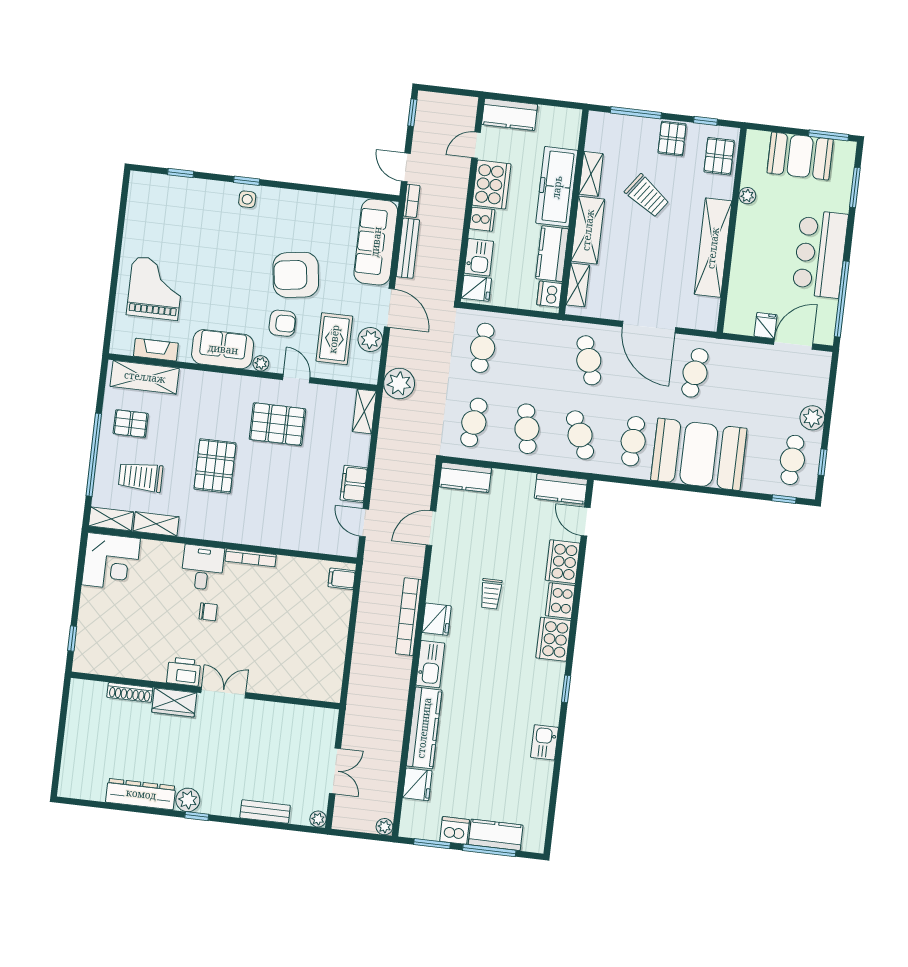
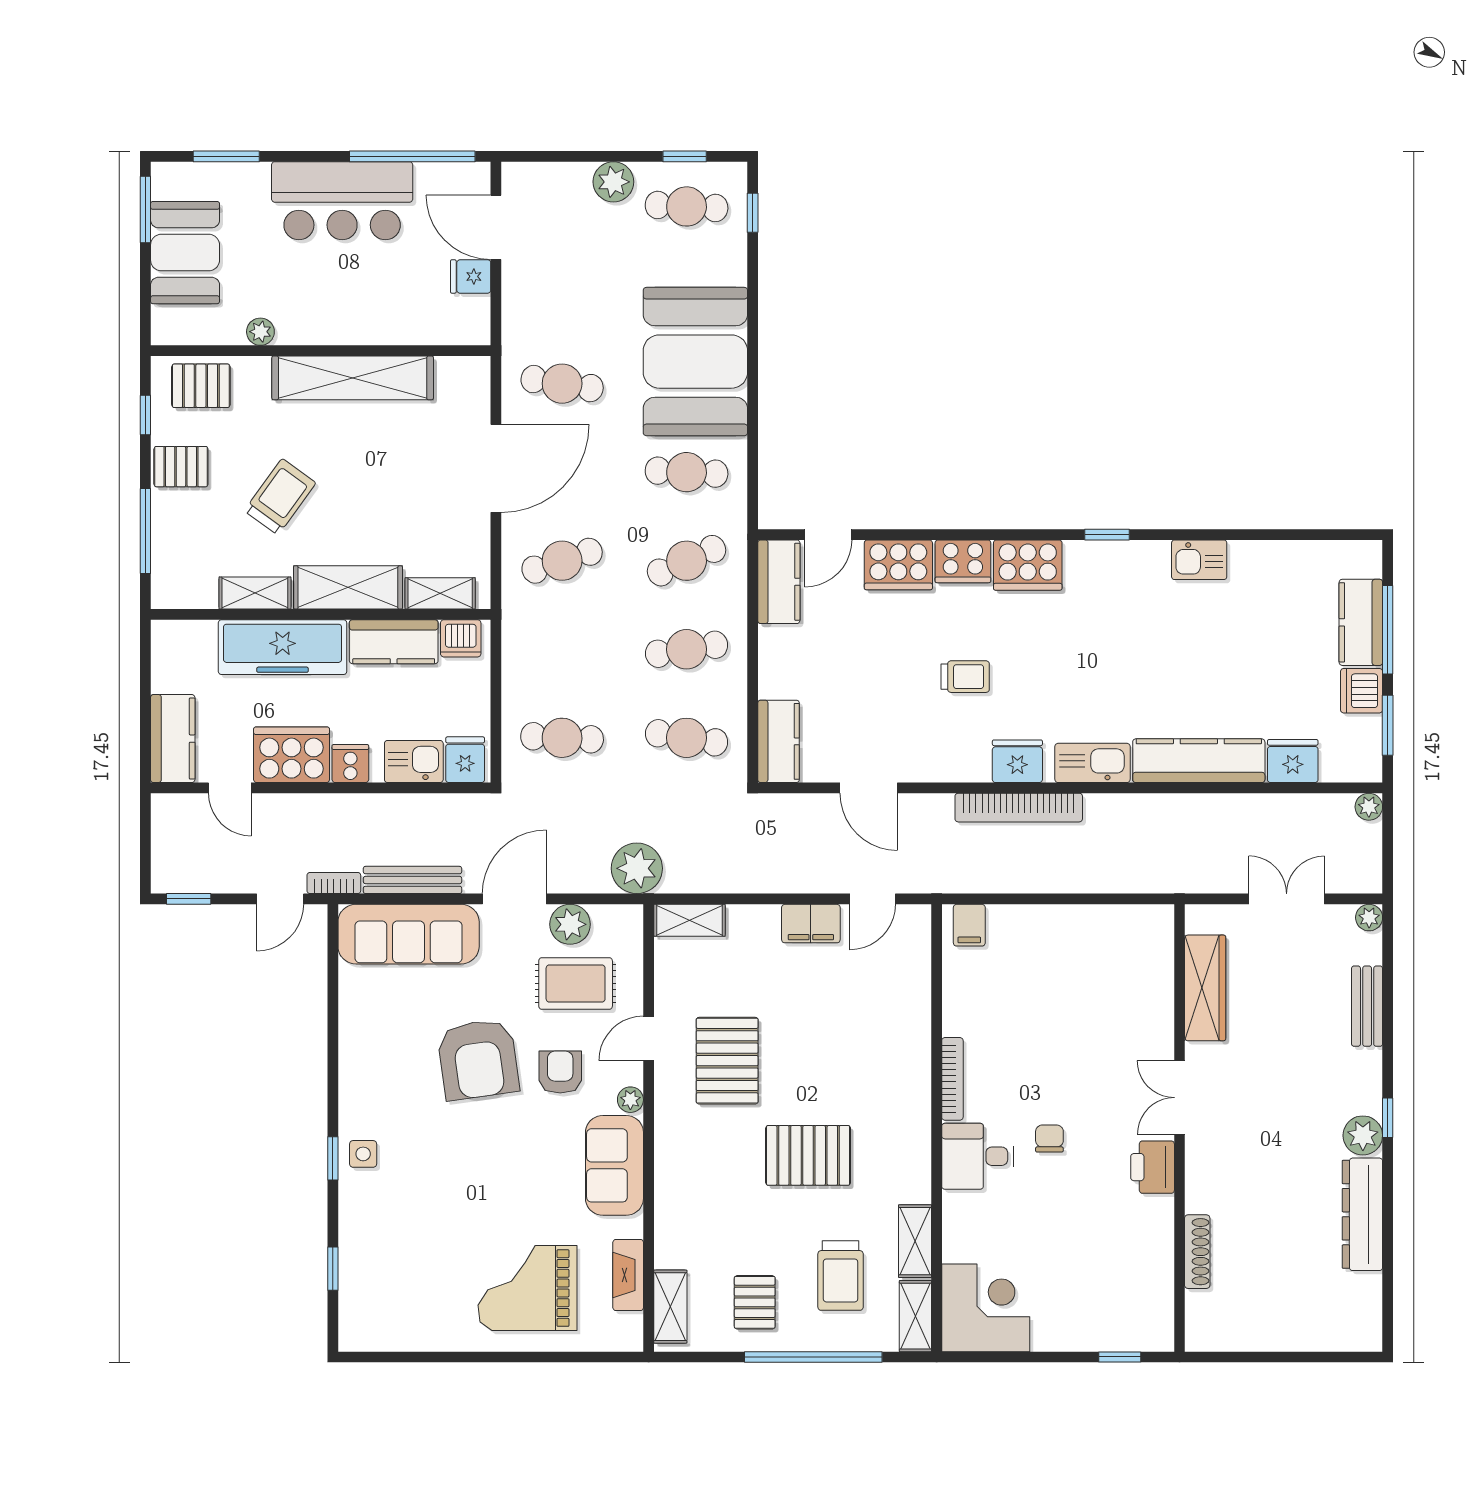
shelving: (145, 377) -> (670, 1307), width x0.67, depth x0.75
wardrobe: (174, 702) -> (1205, 988), moved, width x1.50

